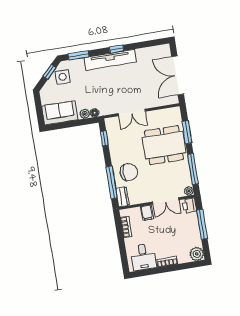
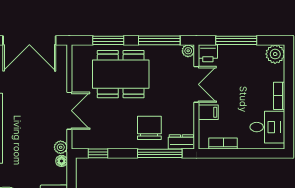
plant: (85, 114) -> (61, 147), moved
dining table: (164, 145) -> (121, 74), turned 90

